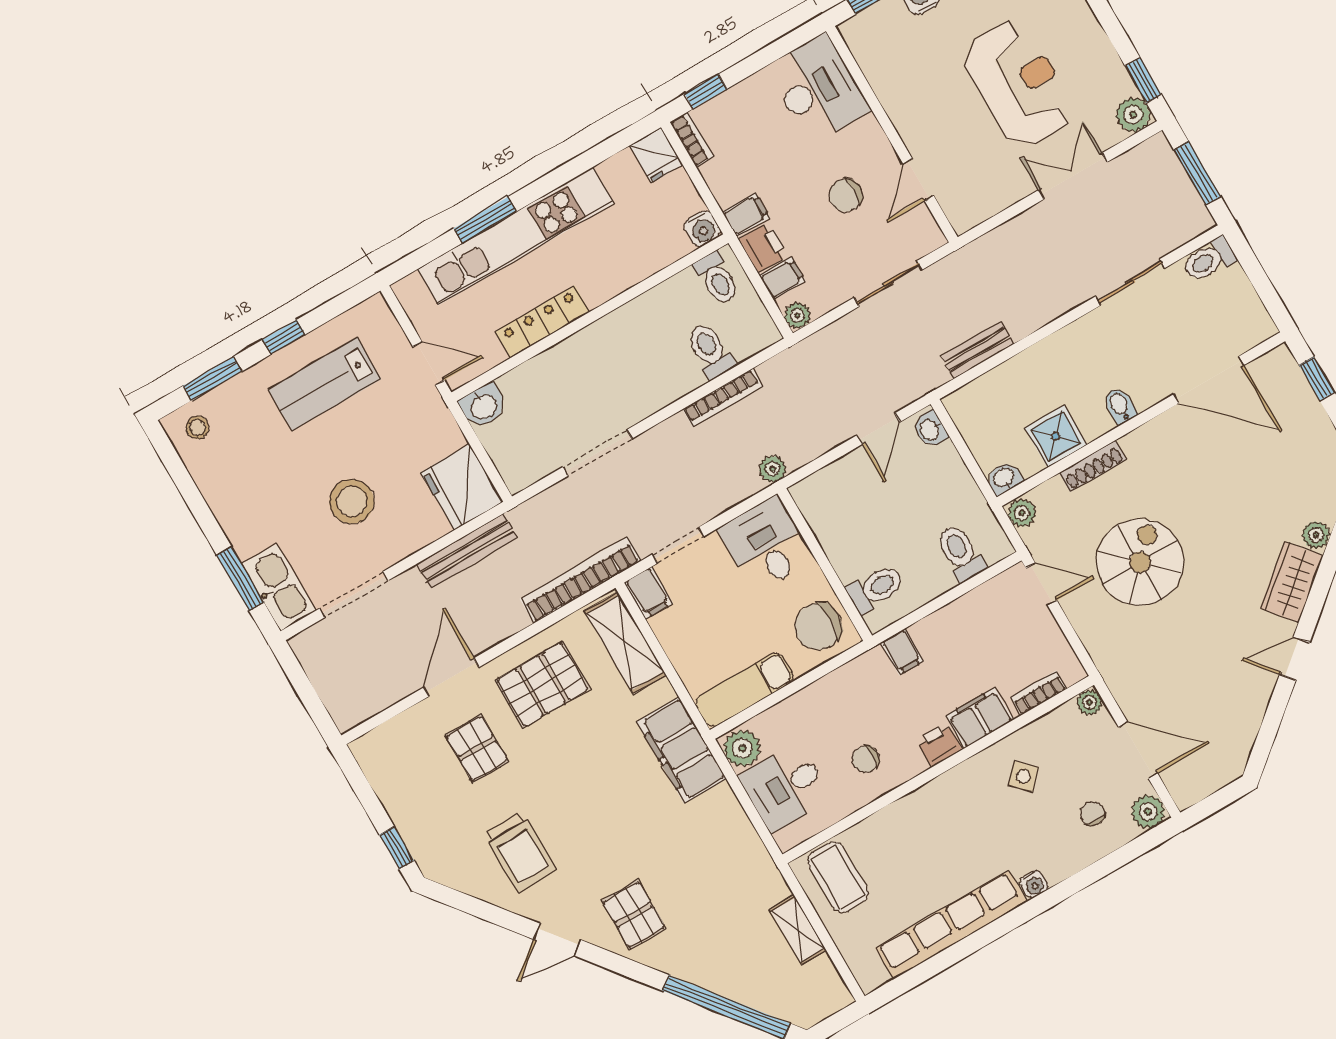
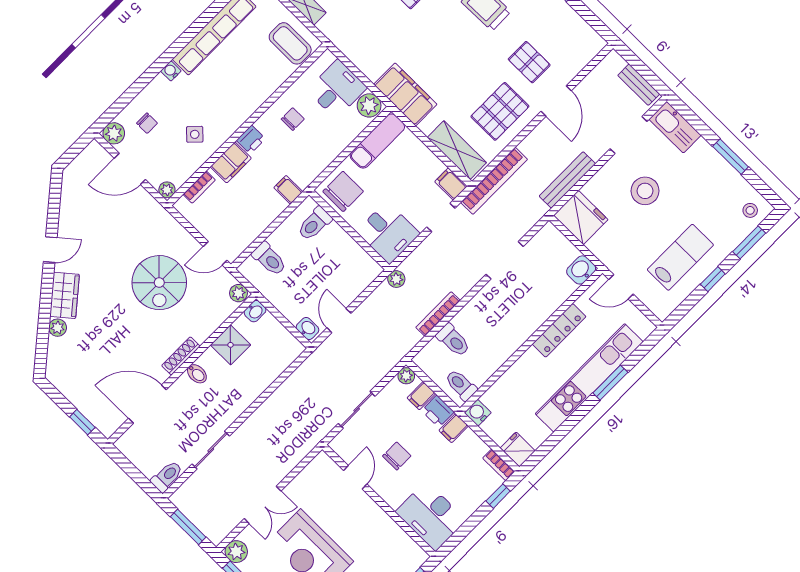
bench: (977, 350) -> (639, 85), moved, turned 90
shoe rack: (1093, 466) -> (181, 356), moved
window: (240, 579) -> (731, 157), moved

